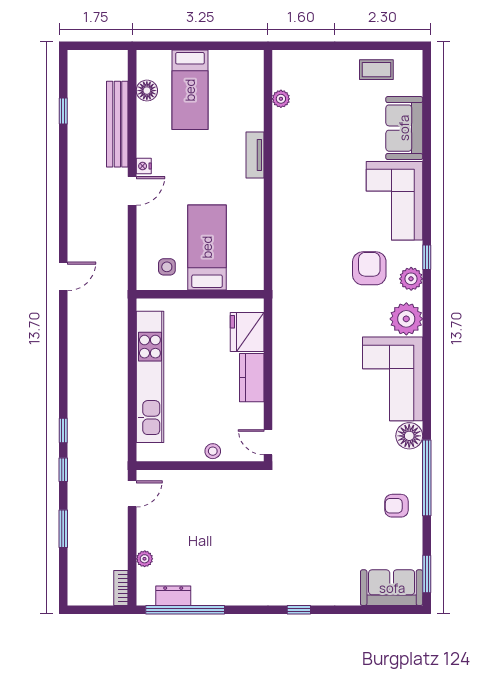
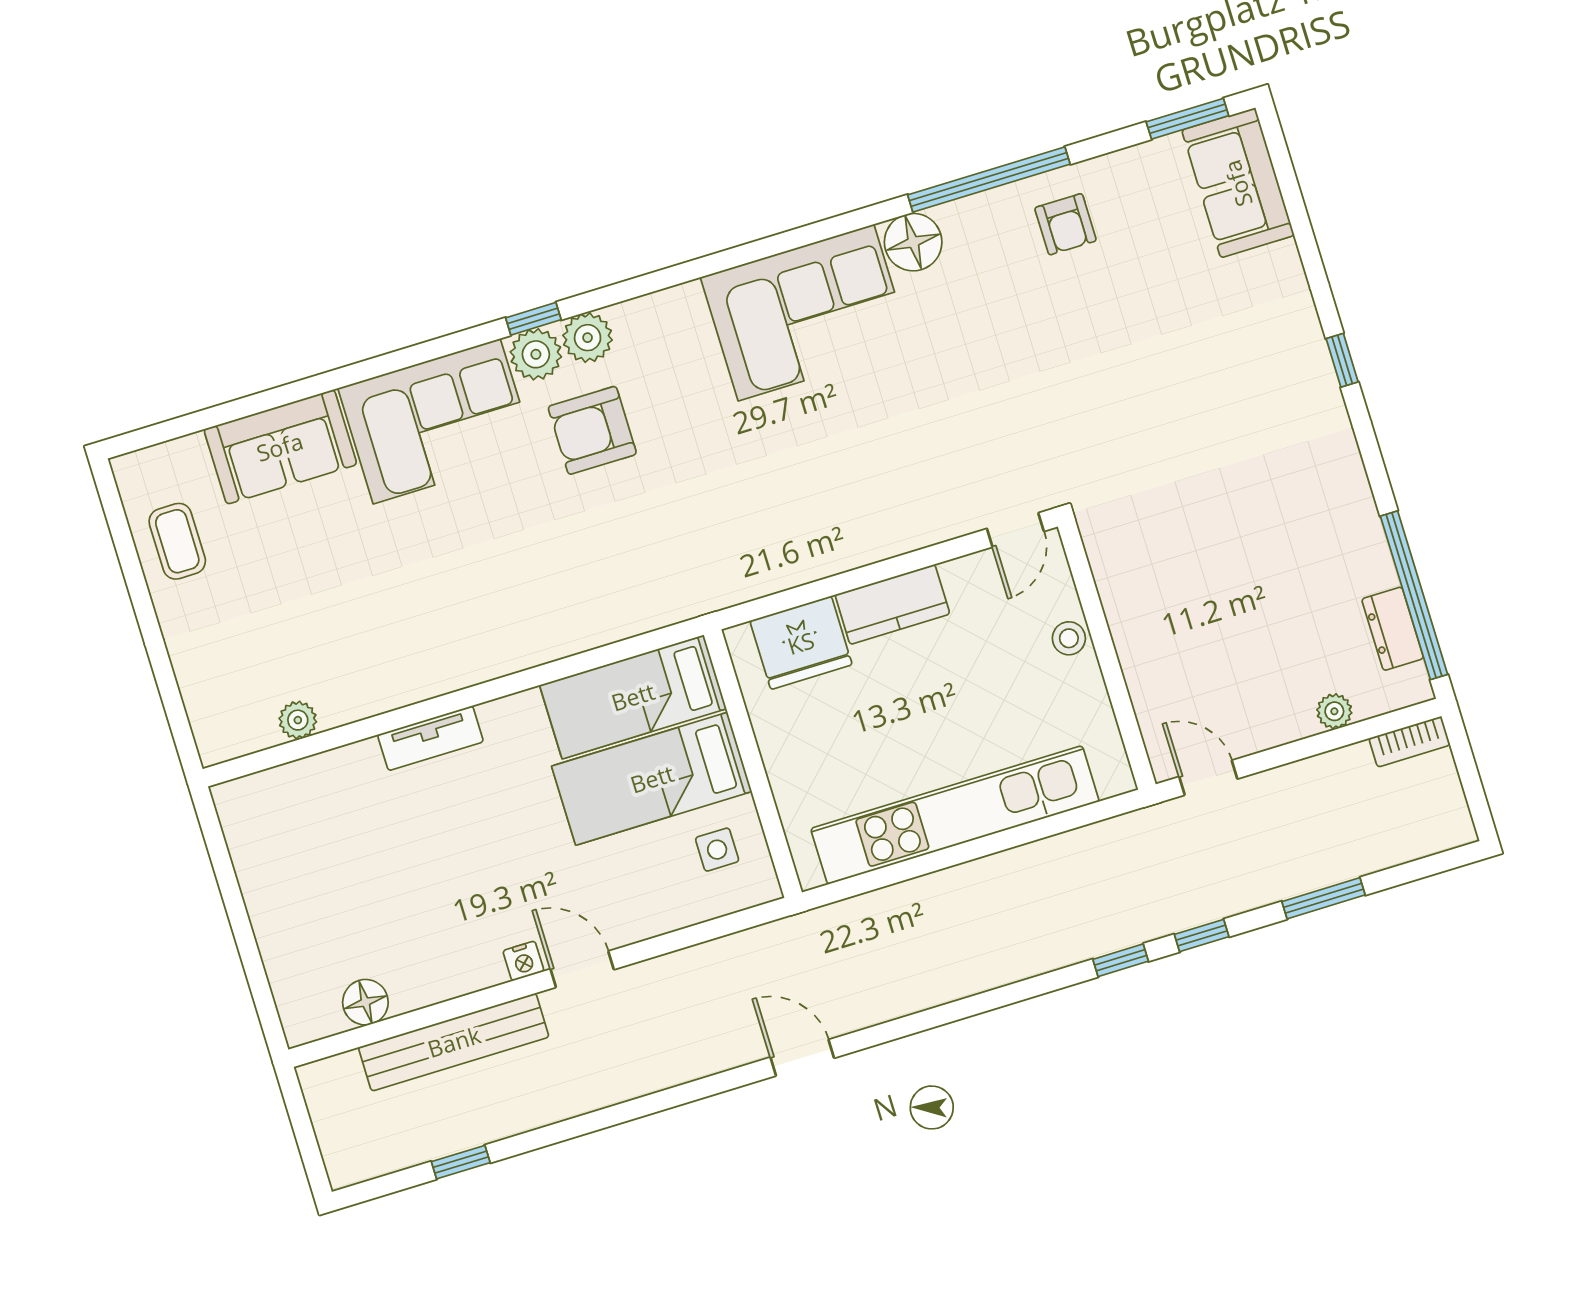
bed: (190, 90) -> (633, 697), moved, turned 180
plant: (406, 319) -> (536, 354), moved, width x0.73, depth x0.73

